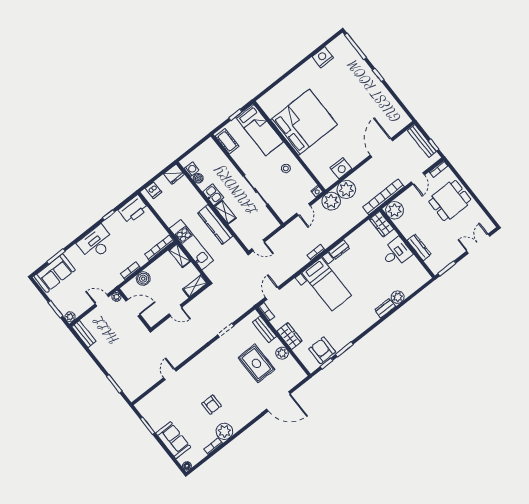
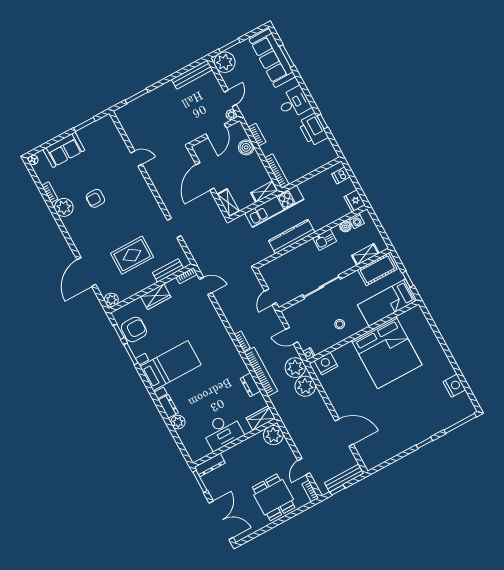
cot: (227, 141) -> (377, 269), width x1.37, depth x1.34
nightstand: (341, 168) -> (326, 364), moved, turned 90
door: (418, 178) -> (304, 467), hinge flipped
bookcase: (383, 197) -> (261, 372), moved
printer: (133, 209) -> (313, 130), moved
shelving: (225, 212) -> (365, 254), moved
desk: (96, 243) -> (294, 103), width x0.73
double door: (478, 244) -> (221, 520), width x1.37
door: (258, 245) -> (270, 297), moved
dresser: (419, 247) -> (210, 465), moved
dresser: (339, 250) -> (250, 385), moved
desk: (396, 253) -> (222, 431), width x1.37
sofa: (55, 273) -> (272, 58), width x1.36
bed with nightstands: (327, 284) -> (170, 366), moved, turned 180
door: (175, 311) -> (205, 176), width x1.88
plant: (70, 317) -> (225, 62), width x1.87, depth x1.87
bench: (84, 334) -> (192, 75), width x1.36
plant: (282, 353) -> (111, 300), moved

